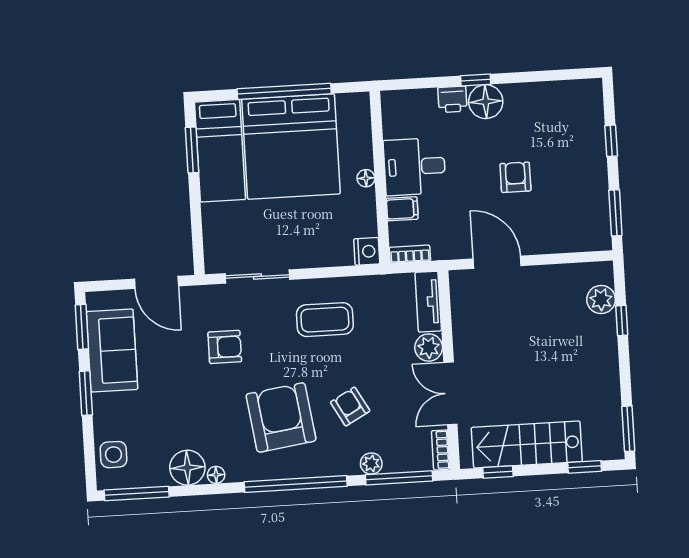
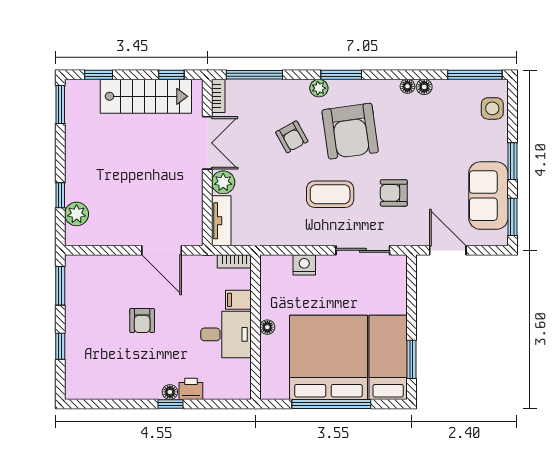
floor lamp: (486, 102) -> (170, 392), width x0.53, depth x0.53
nightstand: (367, 251) -> (304, 265), moved, turned 90
coffee table: (325, 320) -> (330, 194), moved
plant: (371, 464) -> (319, 88), moved
floor lamp: (187, 468) -> (424, 87), width x0.53, depth x0.53
window: (296, 484) -> (341, 75), width x0.47

